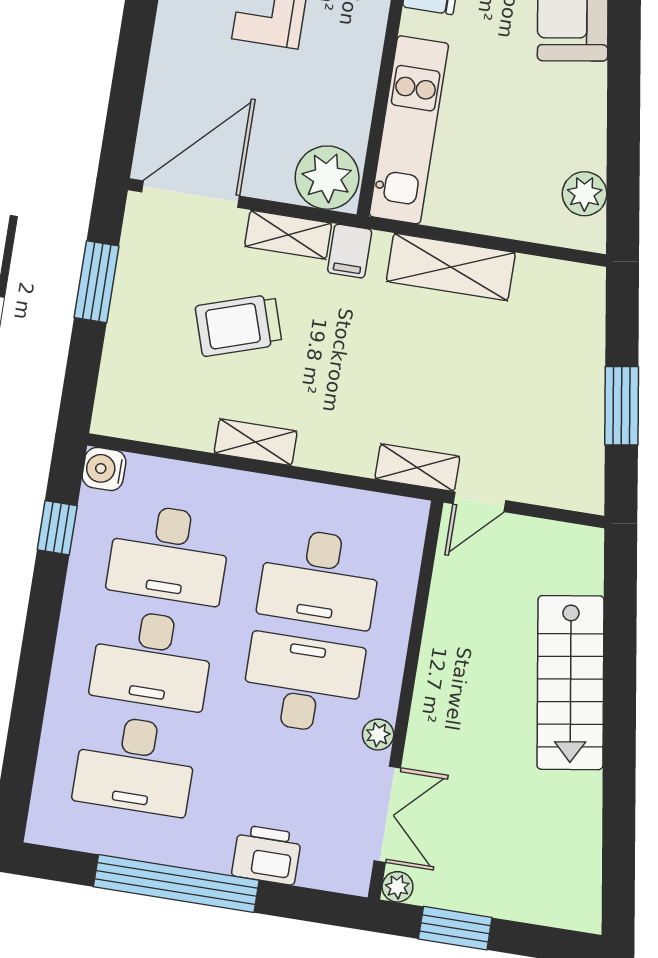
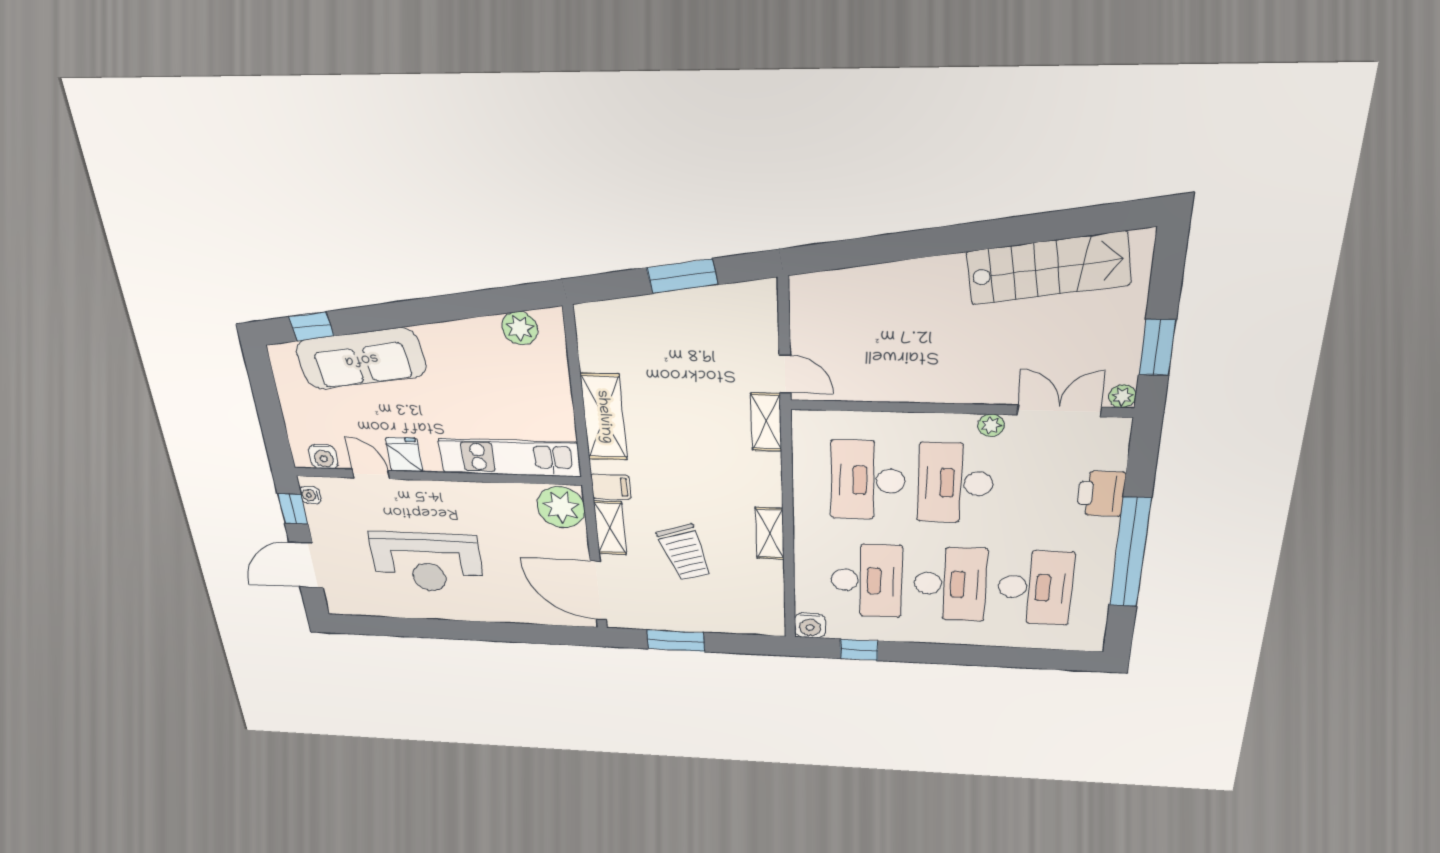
desk: (320, 578) -> (868, 480), turned 180
stairs: (571, 683) -> (1048, 268), moved

